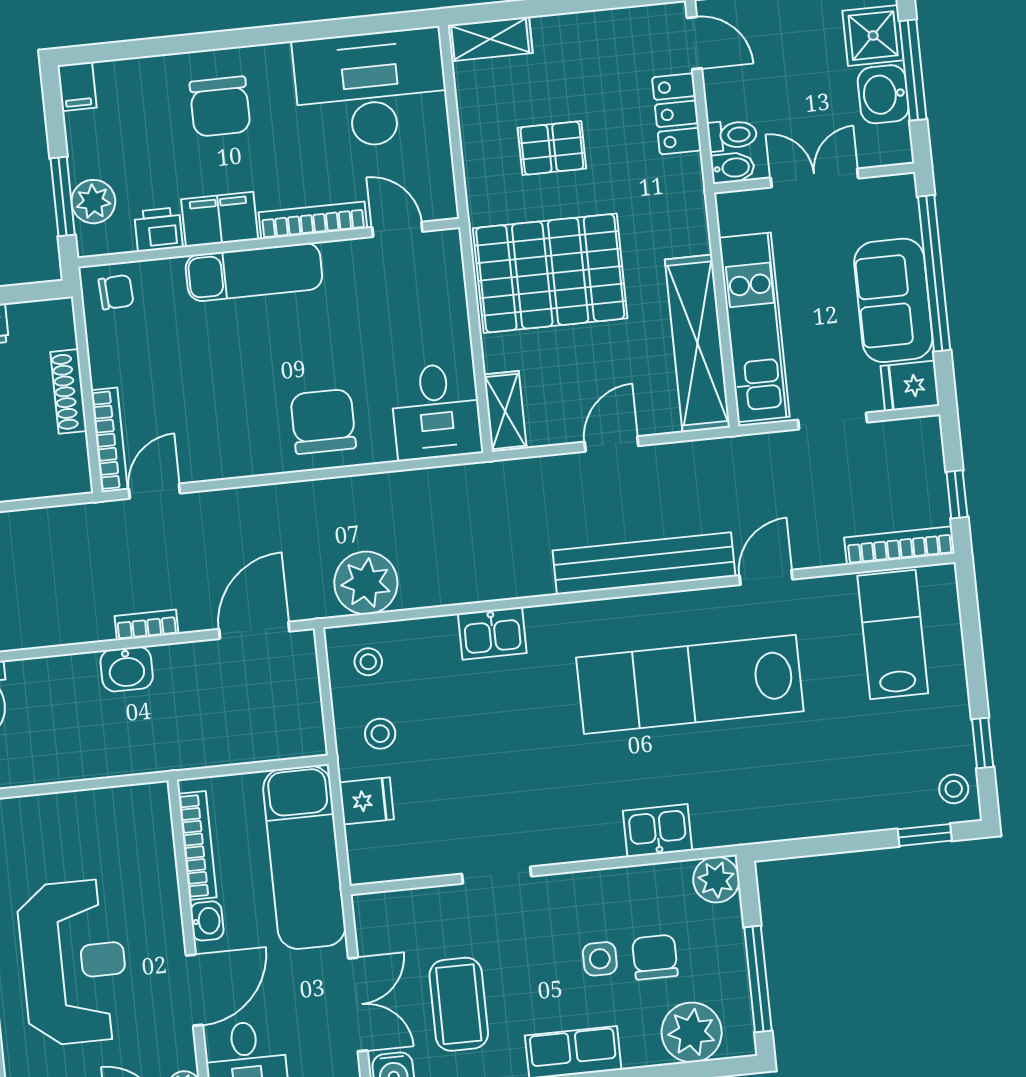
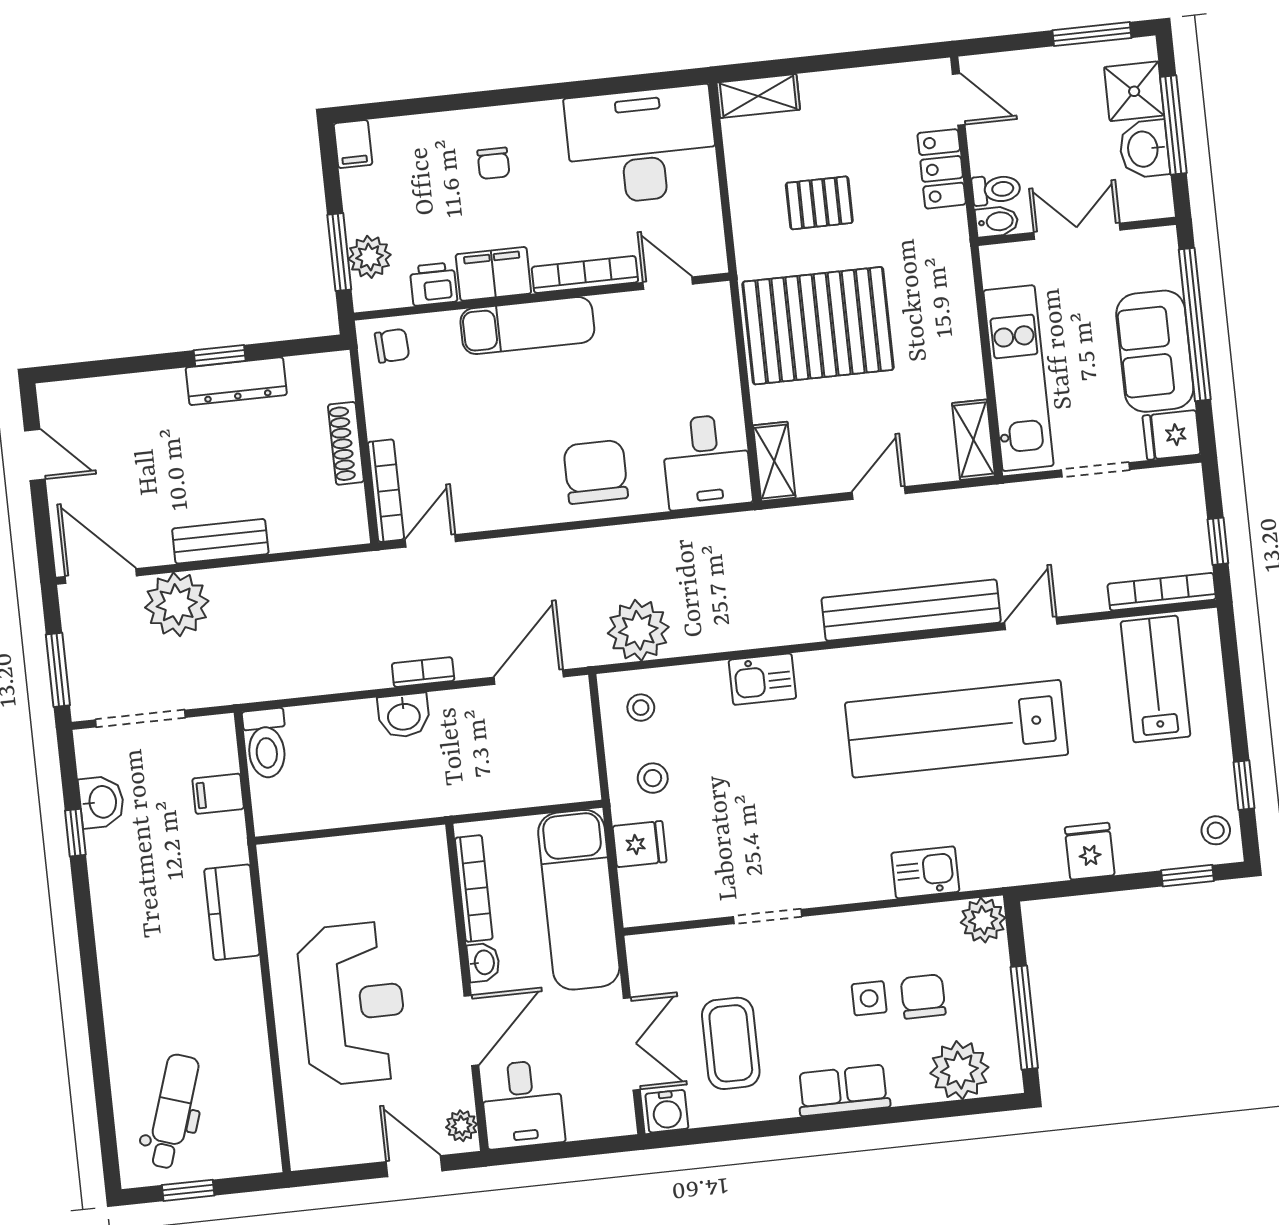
chair: (220, 107) -> (493, 163), width x0.54, depth x0.54
shelving: (697, 343) -> (973, 440), width x0.45, depth x0.75
fridge: (825, 810) -> (1090, 851), added

